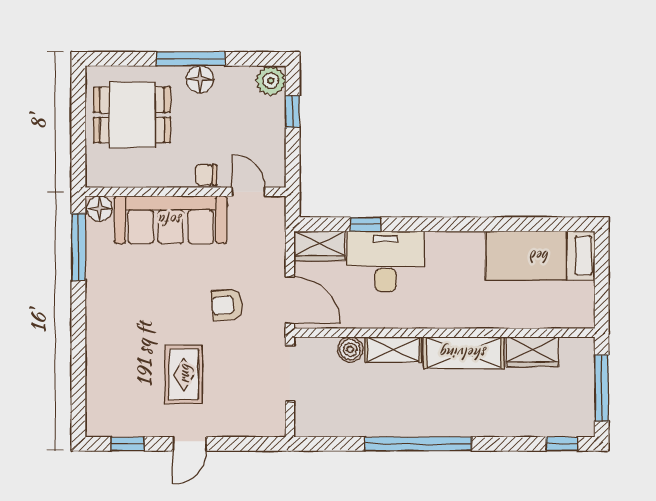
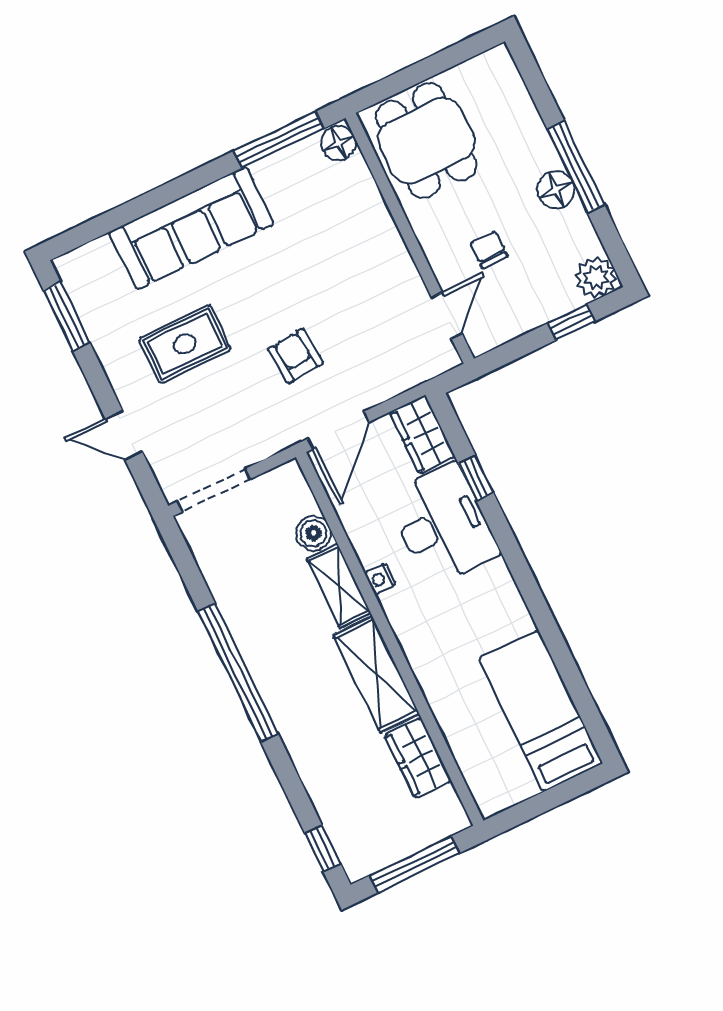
dining table: (132, 115) -> (426, 141), moved
chair: (206, 175) -> (489, 250), moved
sofa: (171, 220) -> (192, 228), moved, turned -90
nightstand: (402, 320) -> (380, 579), added
doorway: (290, 373) -> (214, 490), moved
window: (128, 444) -> (67, 316), width x1.50
door: (190, 444) -> (124, 435), moved

